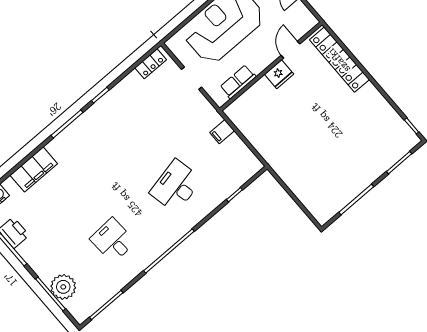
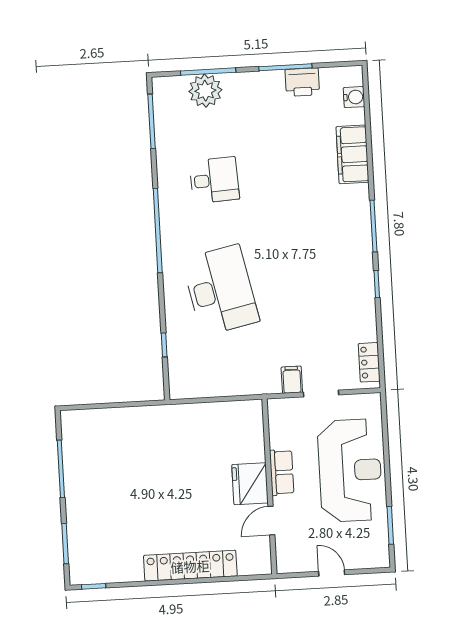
door: (290, 50) -> (271, 521), swing flipped
locker: (339, 60) -> (190, 566), moved
fridge: (279, 74) -> (250, 484), width x1.36, depth x1.34
row of seats: (238, 82) -> (282, 472), moved
filing cabinet: (222, 132) -> (292, 380), moved
desk: (176, 186) -> (220, 290), width x1.36, depth x1.30

